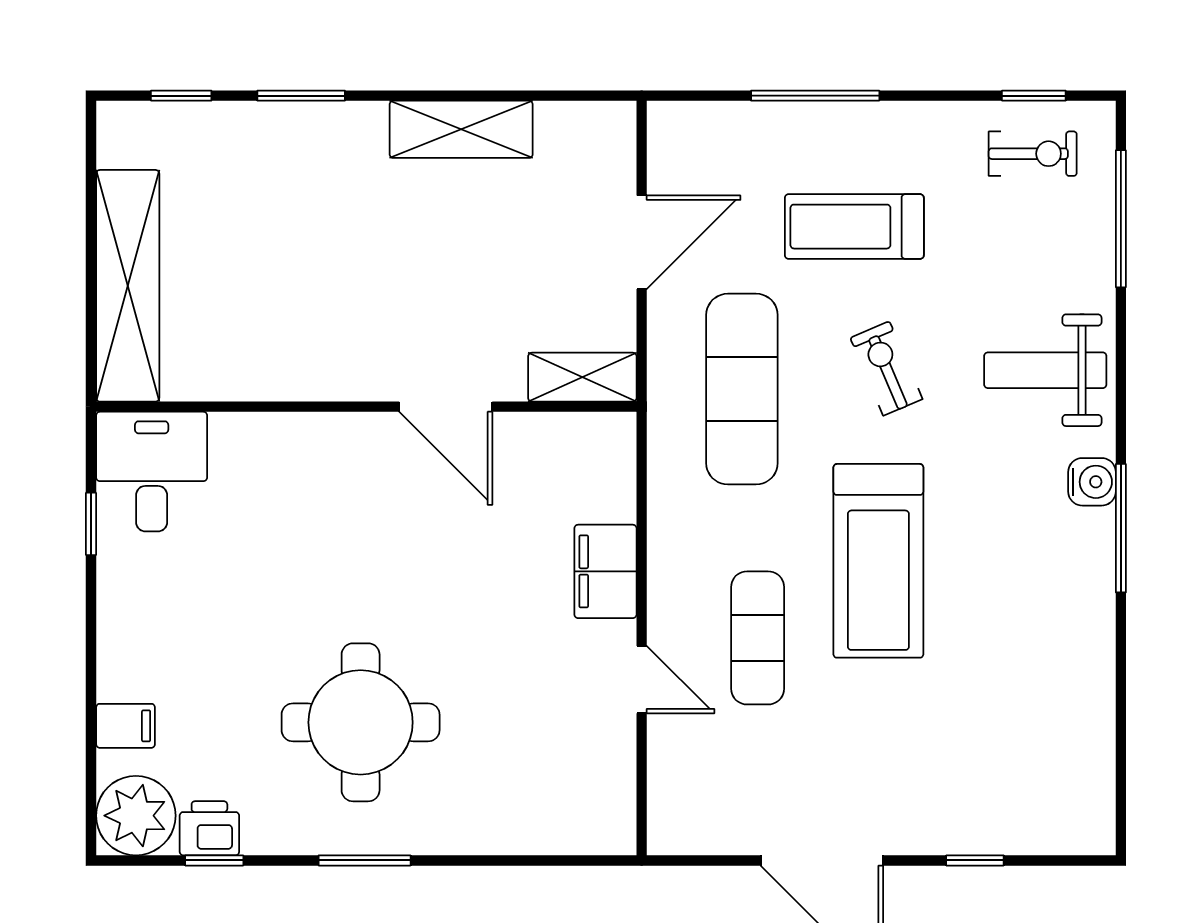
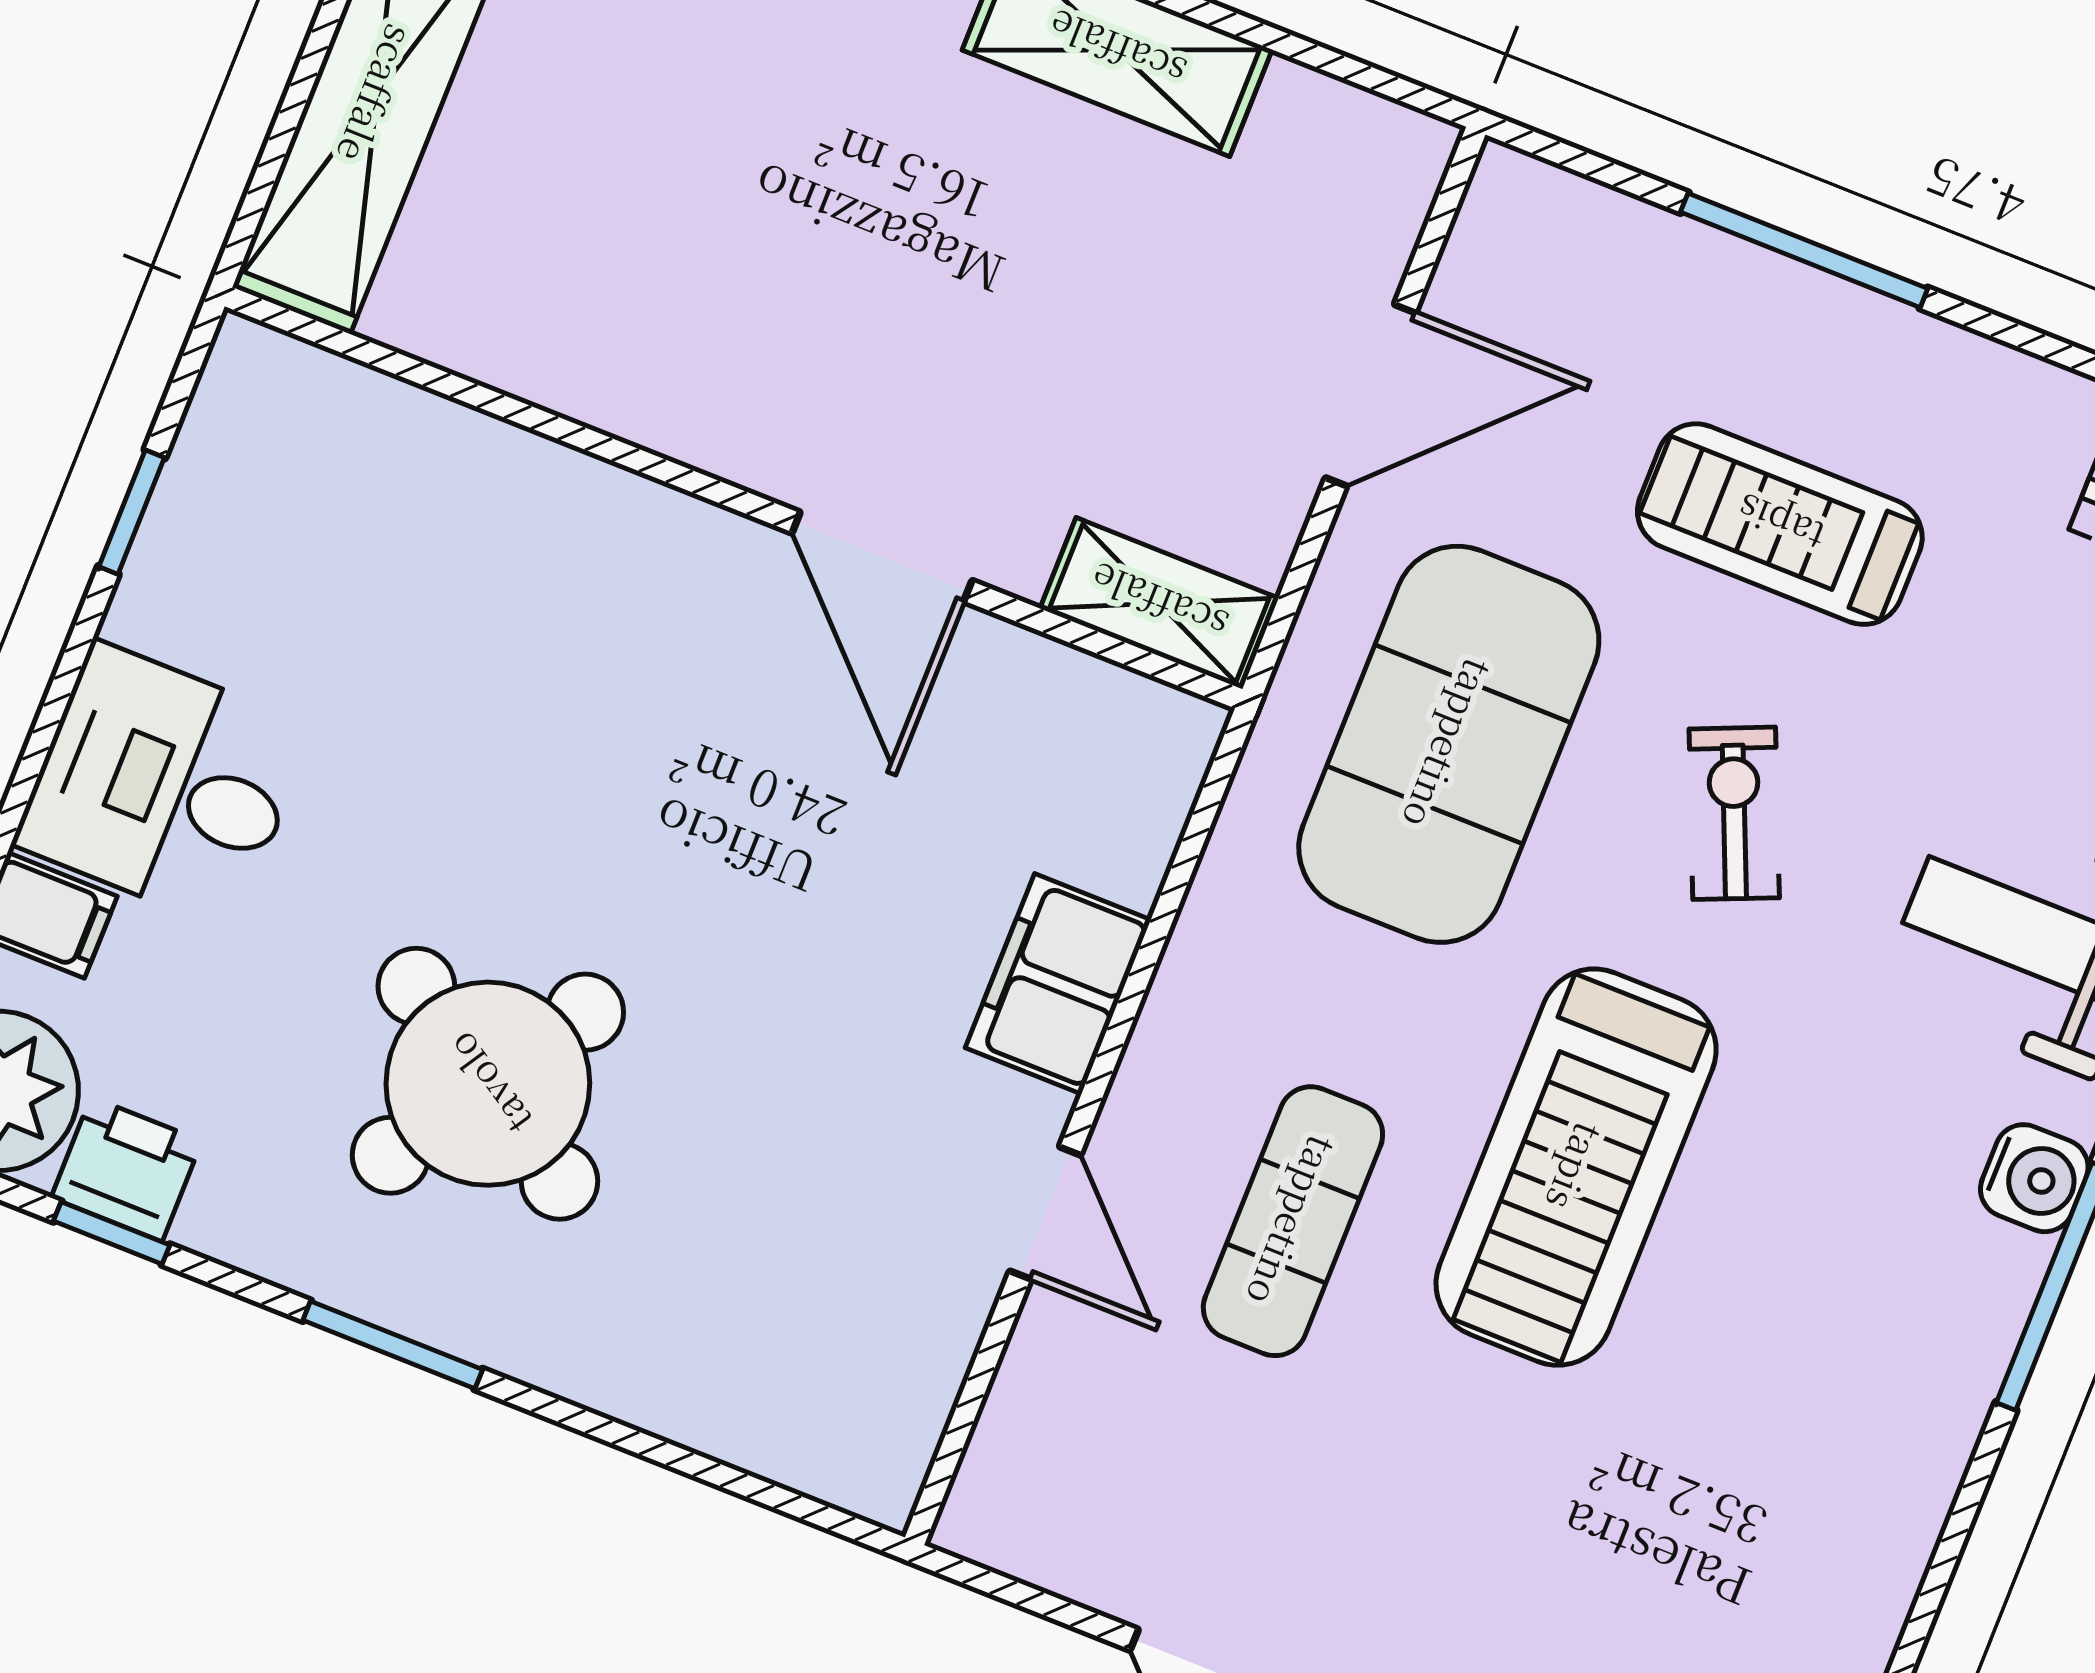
exercise mat: (742, 389) -> (1449, 744), width x1.47
desk: (152, 472) -> (164, 785), moved, turned -90
round table: (361, 722) -> (488, 1084), turned 32

